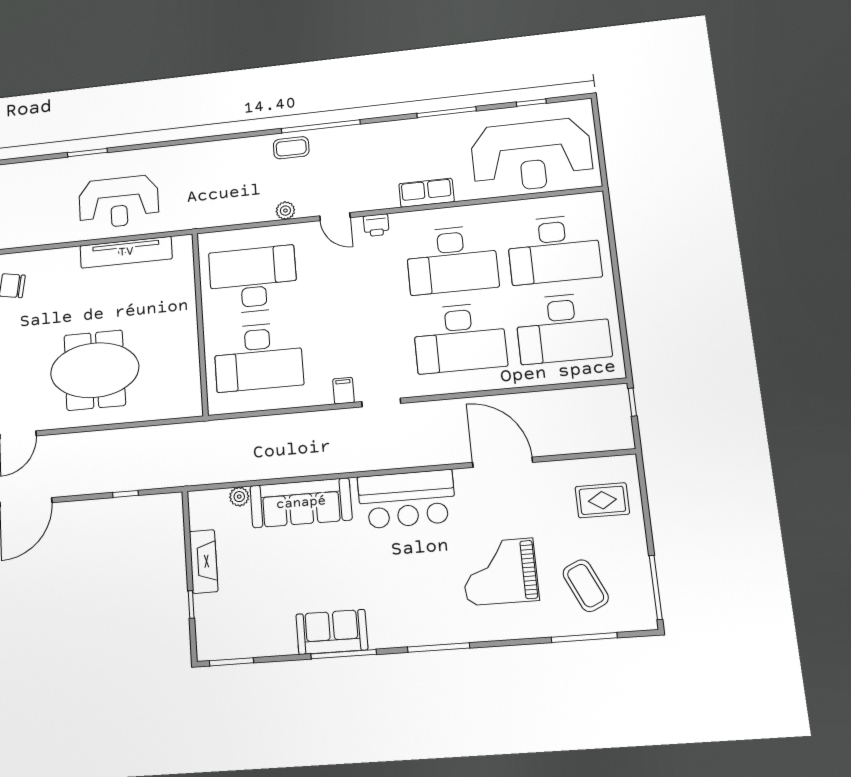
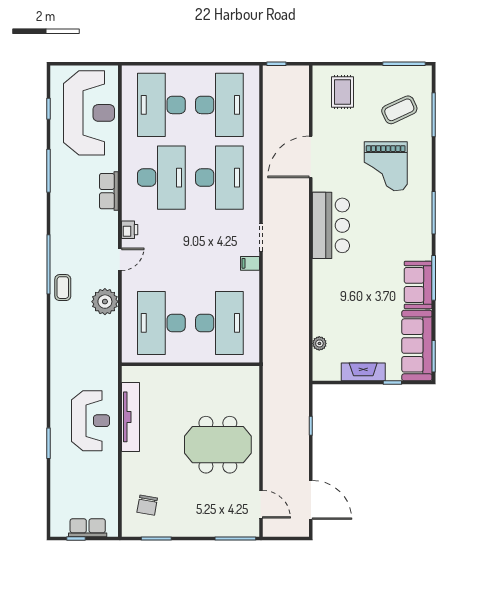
plant: (285, 211) -> (105, 302), width x1.87, depth x1.87
desk: (554, 249) -> (161, 105), turned 180
meeting table: (95, 370) -> (218, 445), turned 90
sofa: (301, 503) -> (417, 345), moved, turned 180

